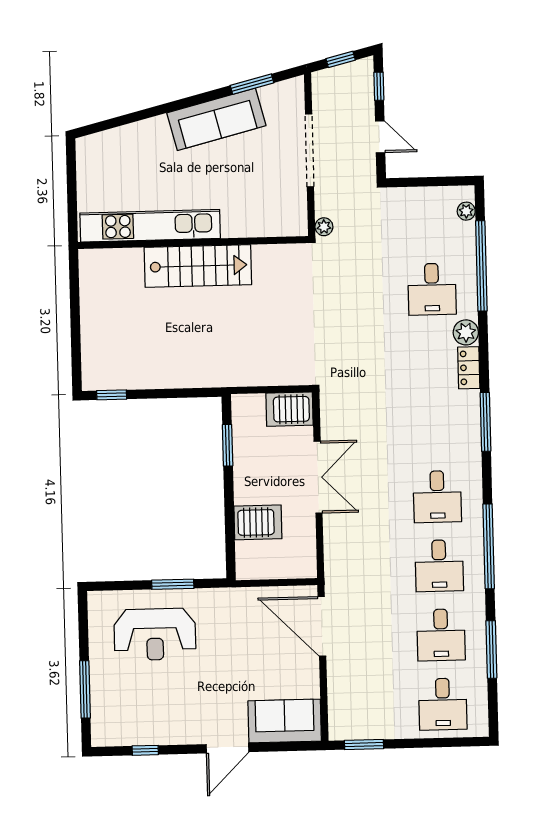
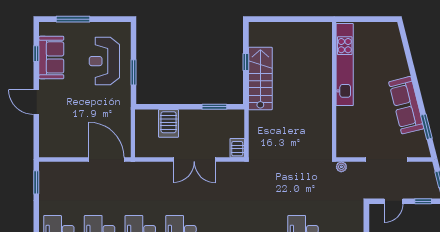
stairs: (198, 266) -> (260, 78), moved, turned 180
window: (112, 395) -> (246, 62), moved
server rack: (289, 409) -> (237, 148), width x0.73, depth x0.70
door: (322, 626) -> (106, 159), hinge flipped
sofa: (285, 721) -> (51, 57), moved

